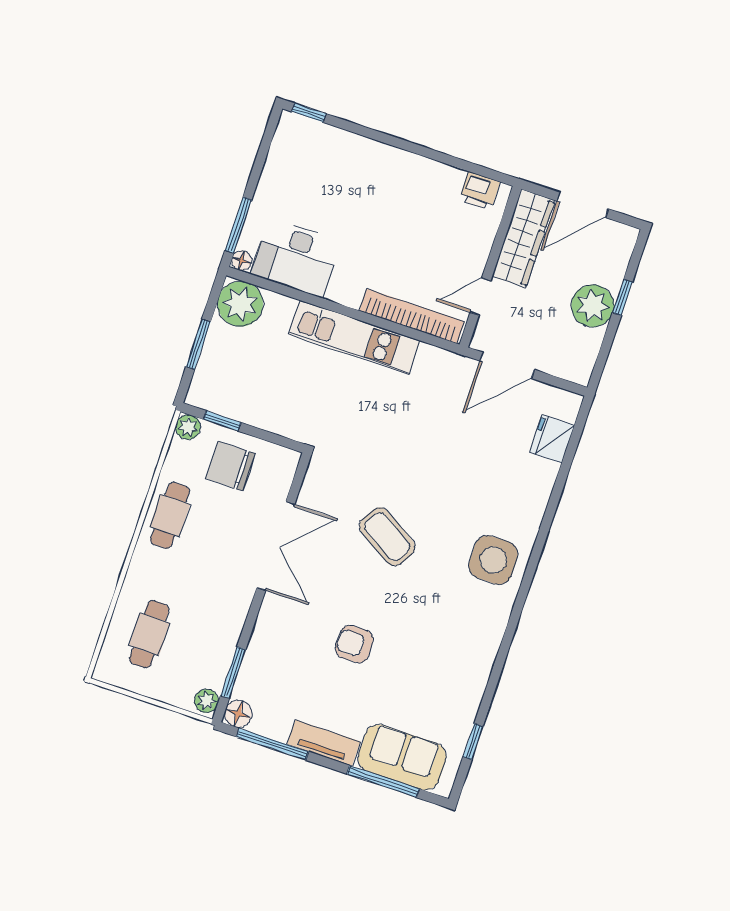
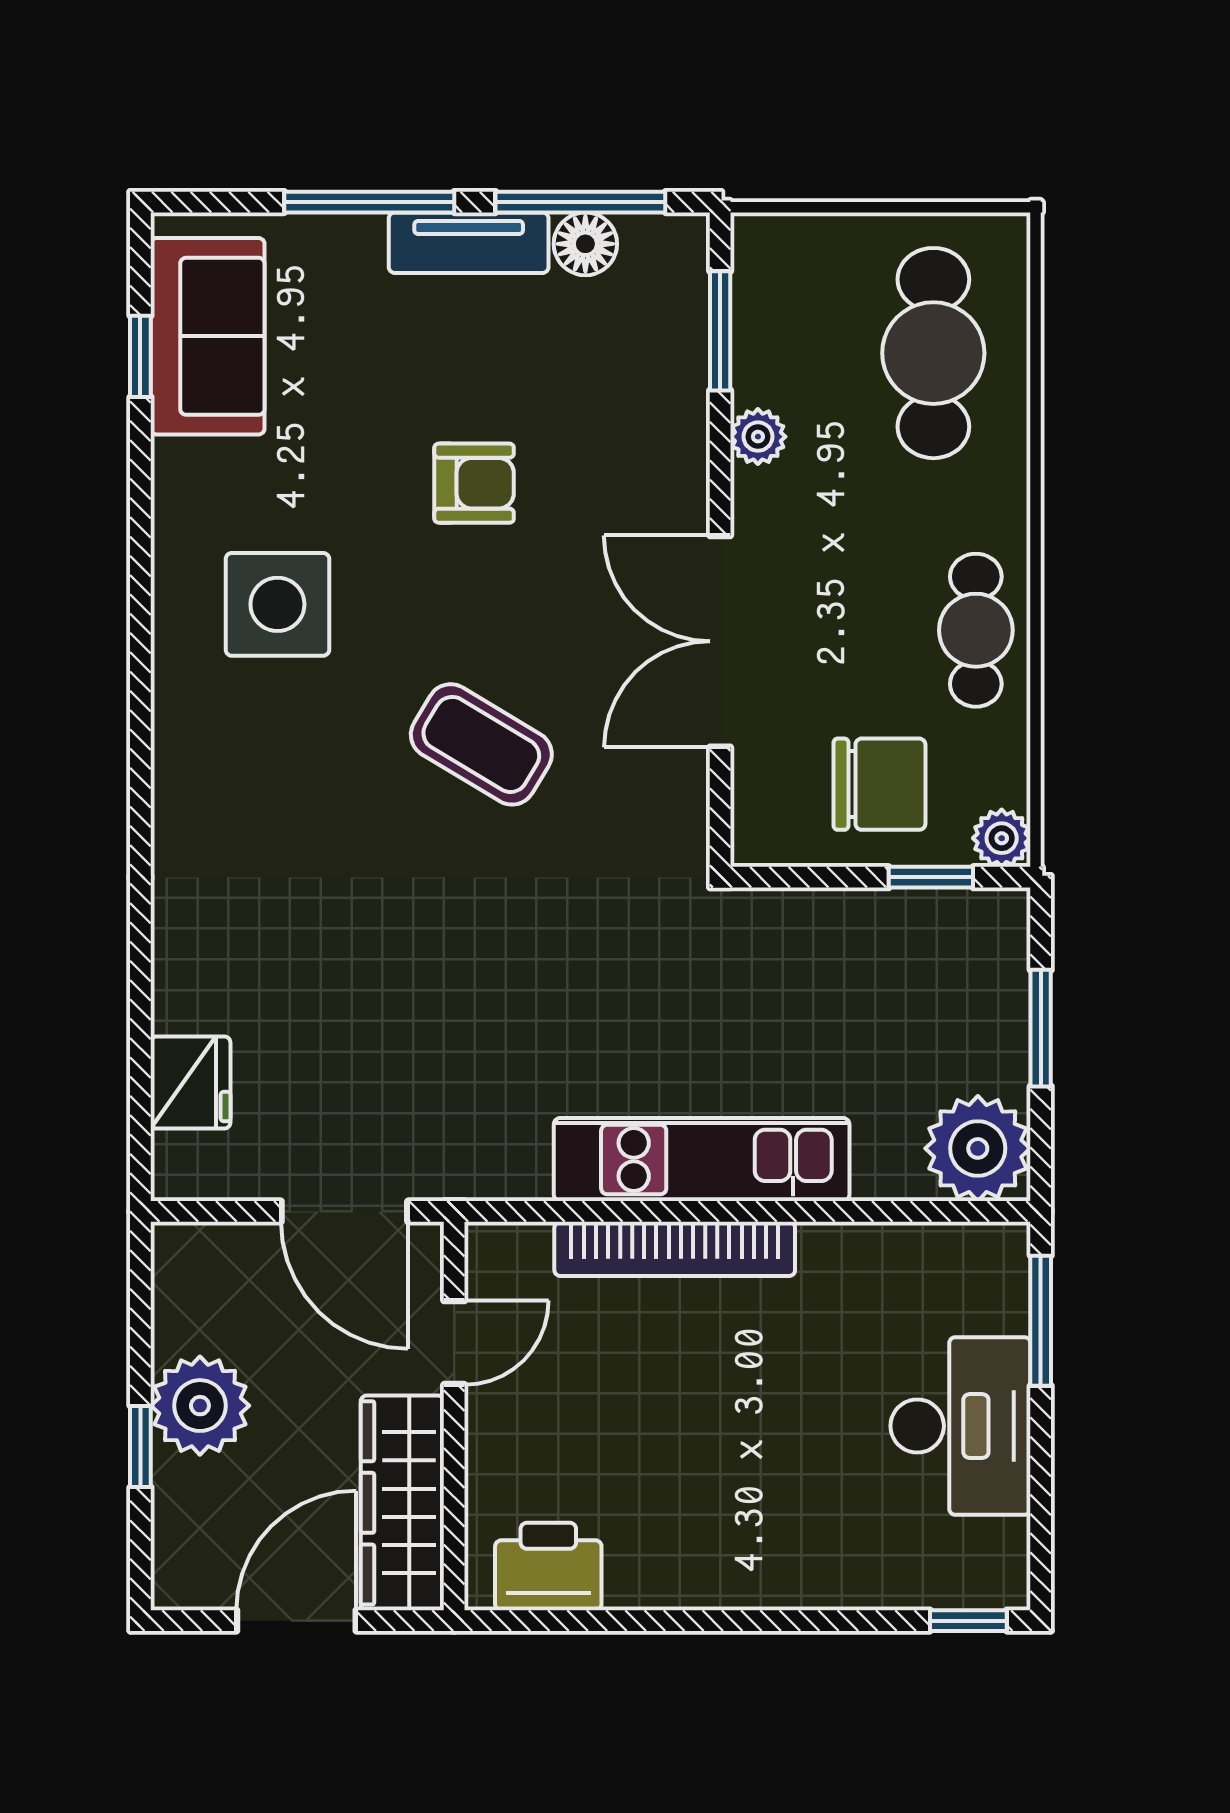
printer: (480, 191) -> (548, 1566), width x1.36, depth x1.24
desk: (296, 258) -> (961, 1426), moved, turned 90
floor lamp: (242, 261) -> (1007, 1245), removed
bookcase: (412, 316) -> (675, 1249), moved
door: (507, 365) -> (344, 1211), swing flipped
side table: (493, 560) -> (277, 604), moved
cafe table: (149, 634) -> (933, 353), width x1.37, depth x1.35
plant: (206, 701) -> (758, 437), moved
floor lamp: (238, 714) -> (585, 244), moved
sofa: (402, 757) -> (208, 336), moved, turned -90
window: (383, 781) -> (369, 202), moved

